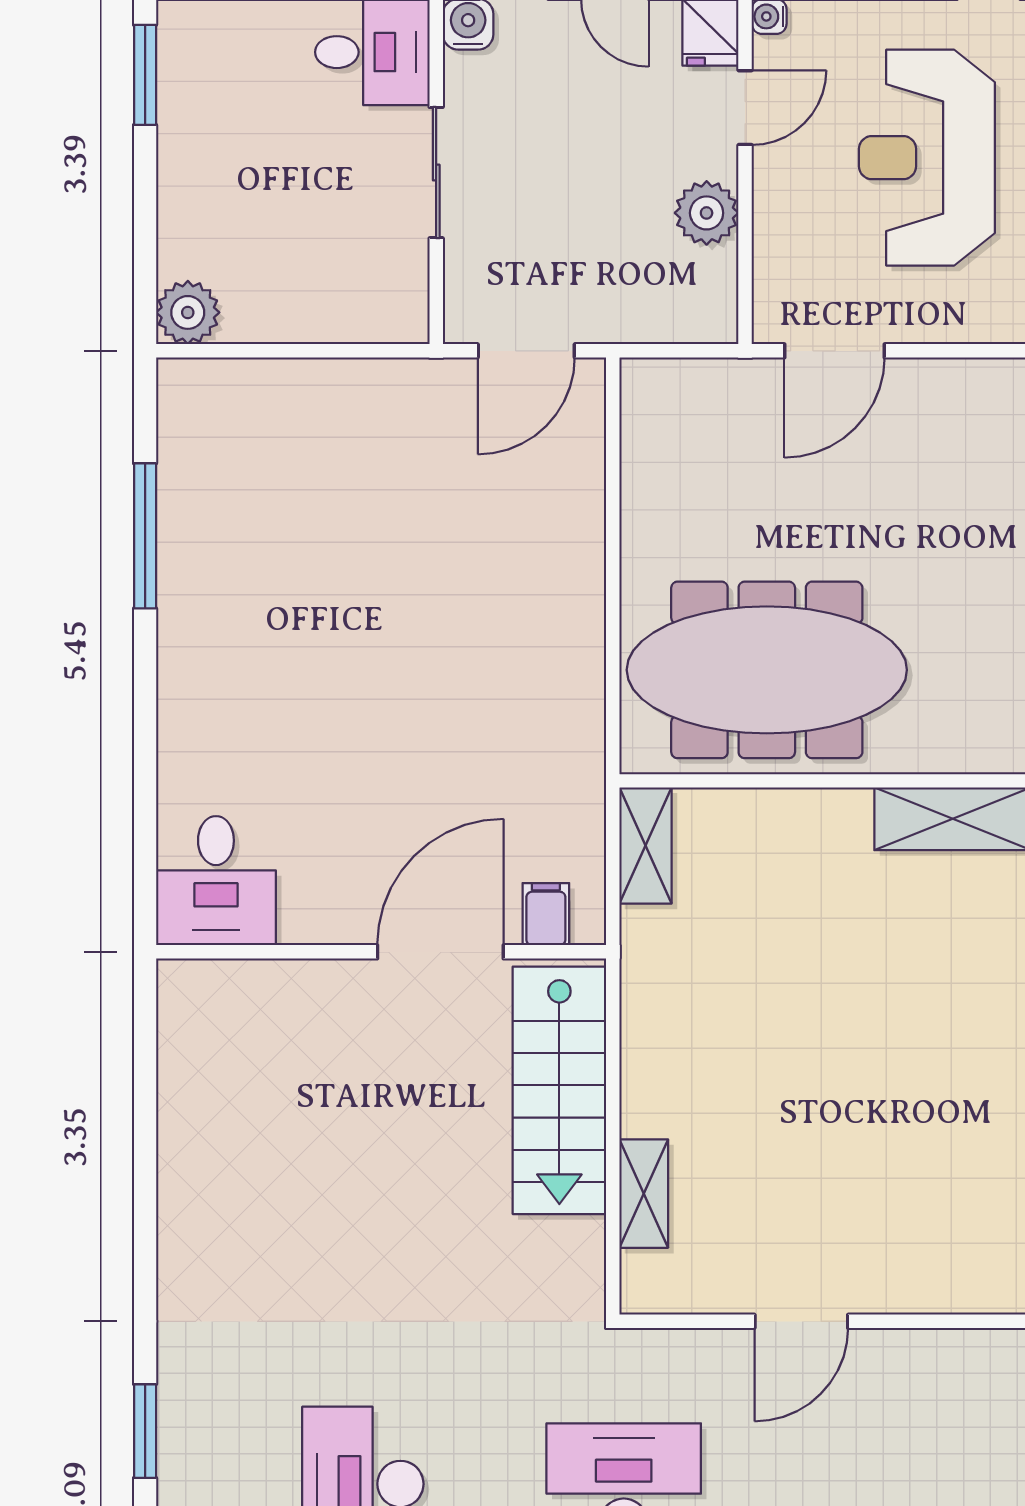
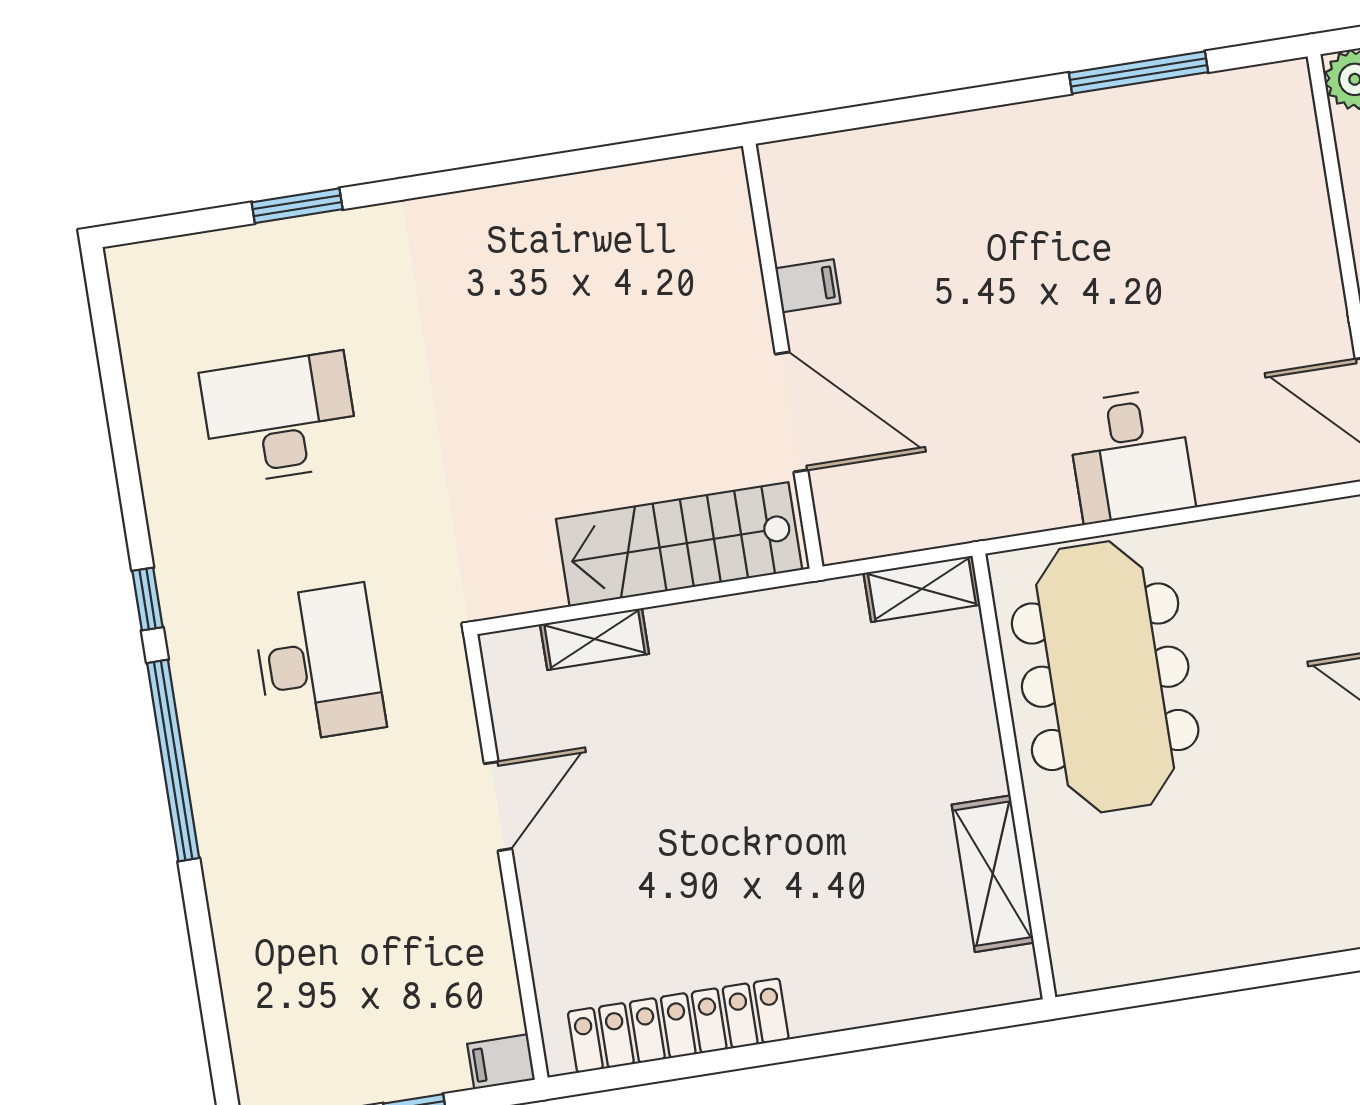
desk: (216, 881) -> (1130, 456), moved, turned -90
filing cabinet: (546, 914) -> (808, 286), moved
door: (801, 1321) -> (498, 806), swing flipped

